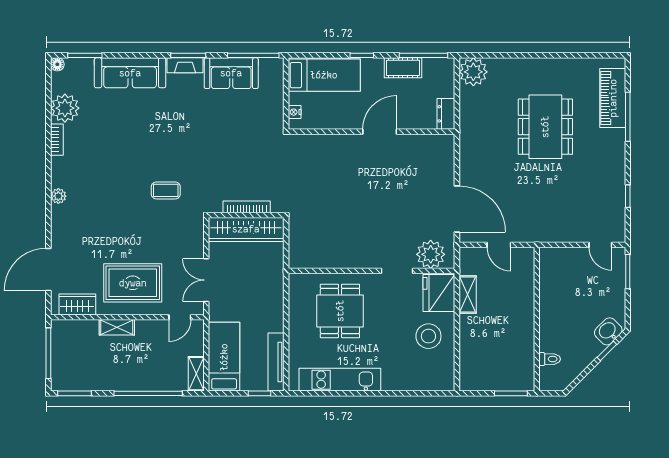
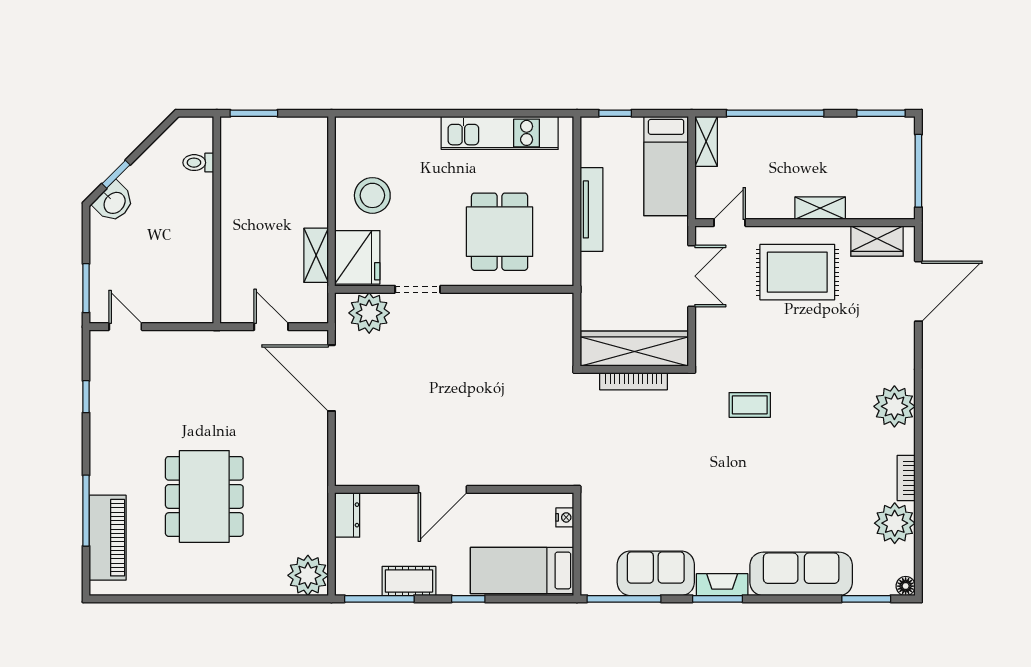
plant: (58, 196) -> (894, 406), width x1.87, depth x1.87
tv unit: (276, 362) -> (591, 209), moved

